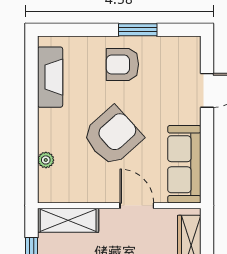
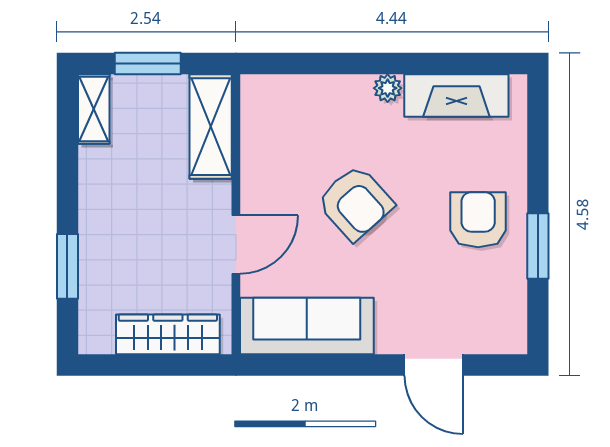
armchair: (113, 136) -> (355, 203), width x0.73, depth x0.73
plant: (46, 160) -> (388, 88), moved

